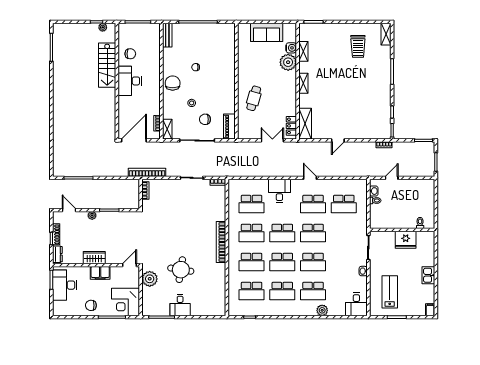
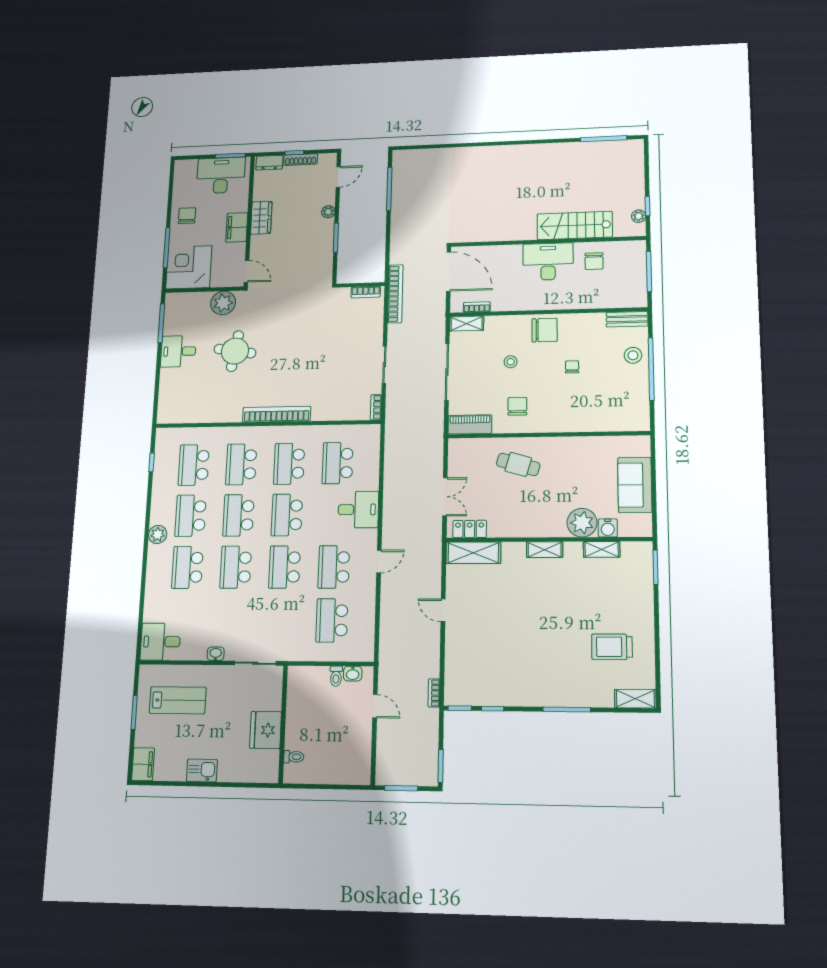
stool: (189, 32) -> (633, 355), added
chair: (205, 119) -> (517, 406), moved
plant: (322, 310) -> (158, 534), moved
filing cabinet: (430, 310) -> (143, 764), width x2.00

